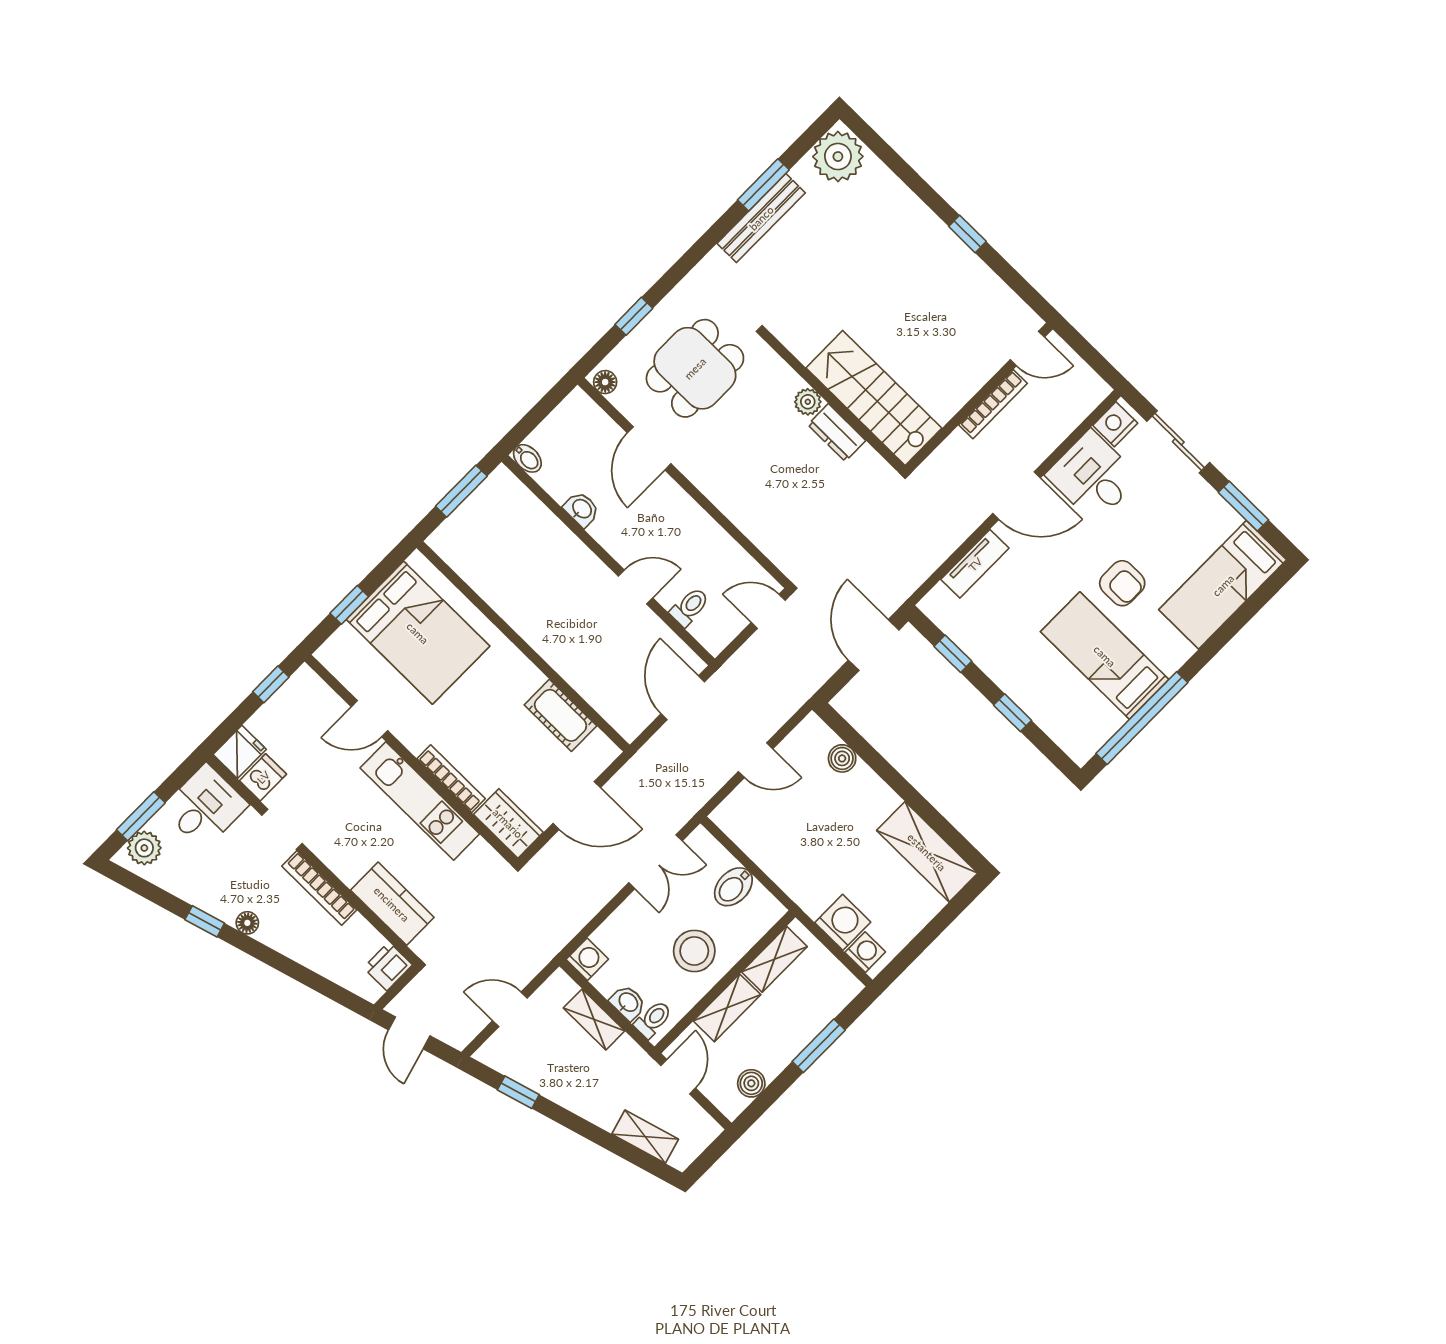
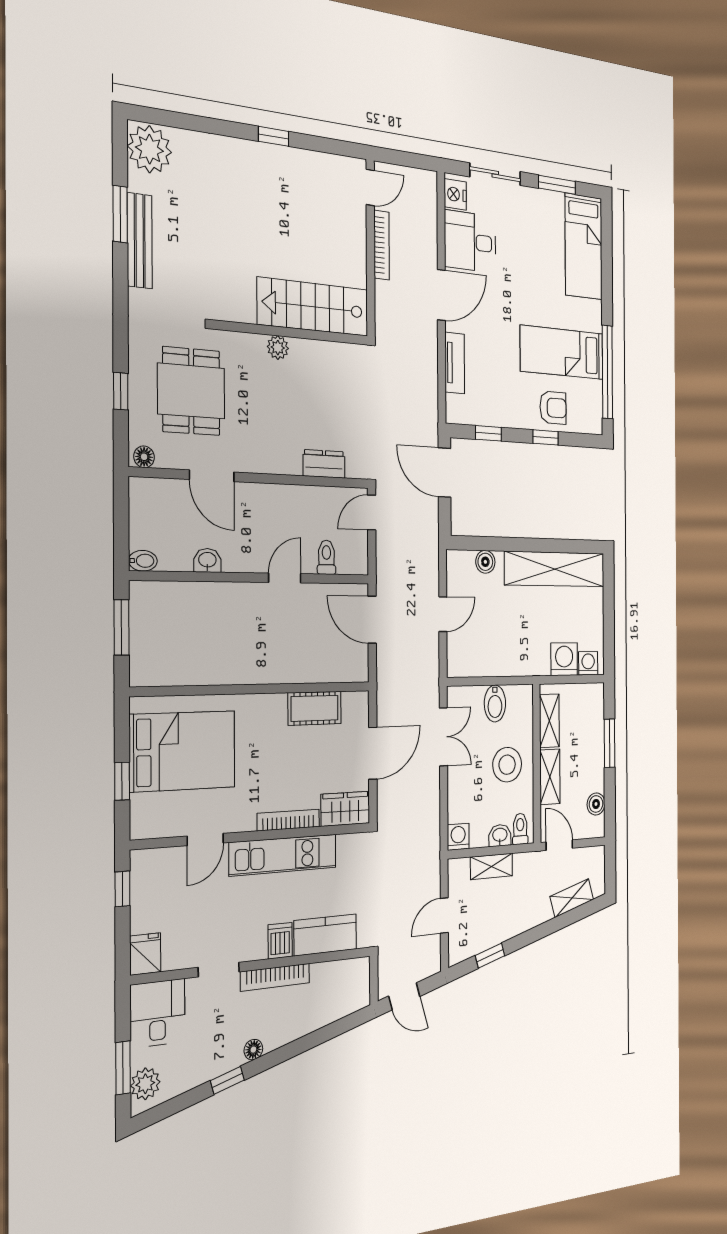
dresser: (837, 433) -> (324, 464), moved, turned 180
armchair: (1122, 583) -> (553, 408), moved
dishwasher: (263, 777) -> (280, 941), moved
shelving: (927, 852) -> (555, 569), width x1.47
printer: (388, 966) -> (357, 974), removed

